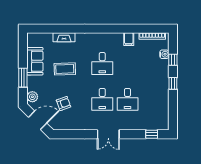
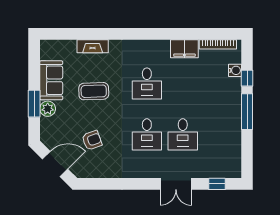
filing cabinet: (129, 39) -> (184, 49), width x2.00
window: (173, 83) -> (247, 112), width x2.17
plant: (32, 97) -> (48, 109), moved
double door: (108, 134) -> (176, 184), moved

